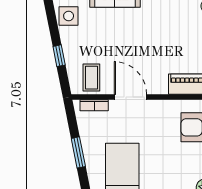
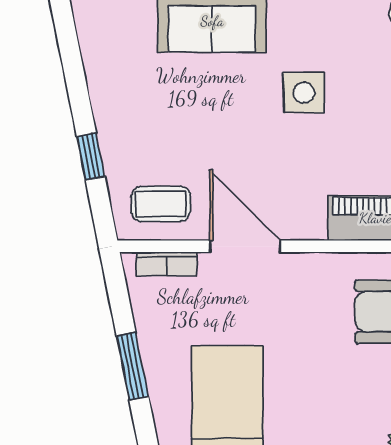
side table: (69, 16) -> (304, 93), moved
coffee table: (91, 78) -> (161, 204), turned 90

